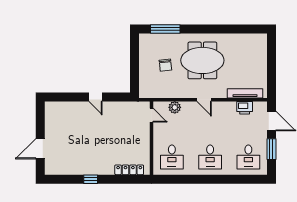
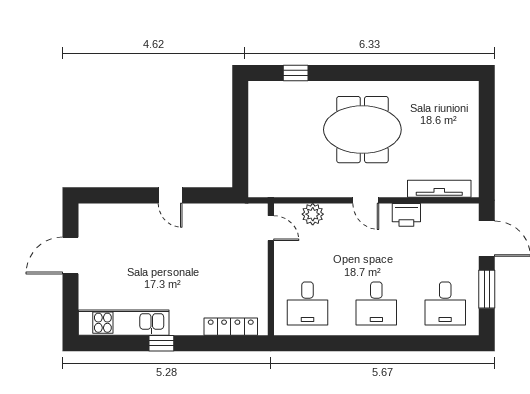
window: (165, 29) -> (296, 73), width x0.46
chair: (165, 65) -> (296, 138), removed
printer: (245, 108) -> (406, 215), moved
door: (40, 149) -> (71, 256), moved
kitchen unit: (70, 168) -> (124, 323), added

